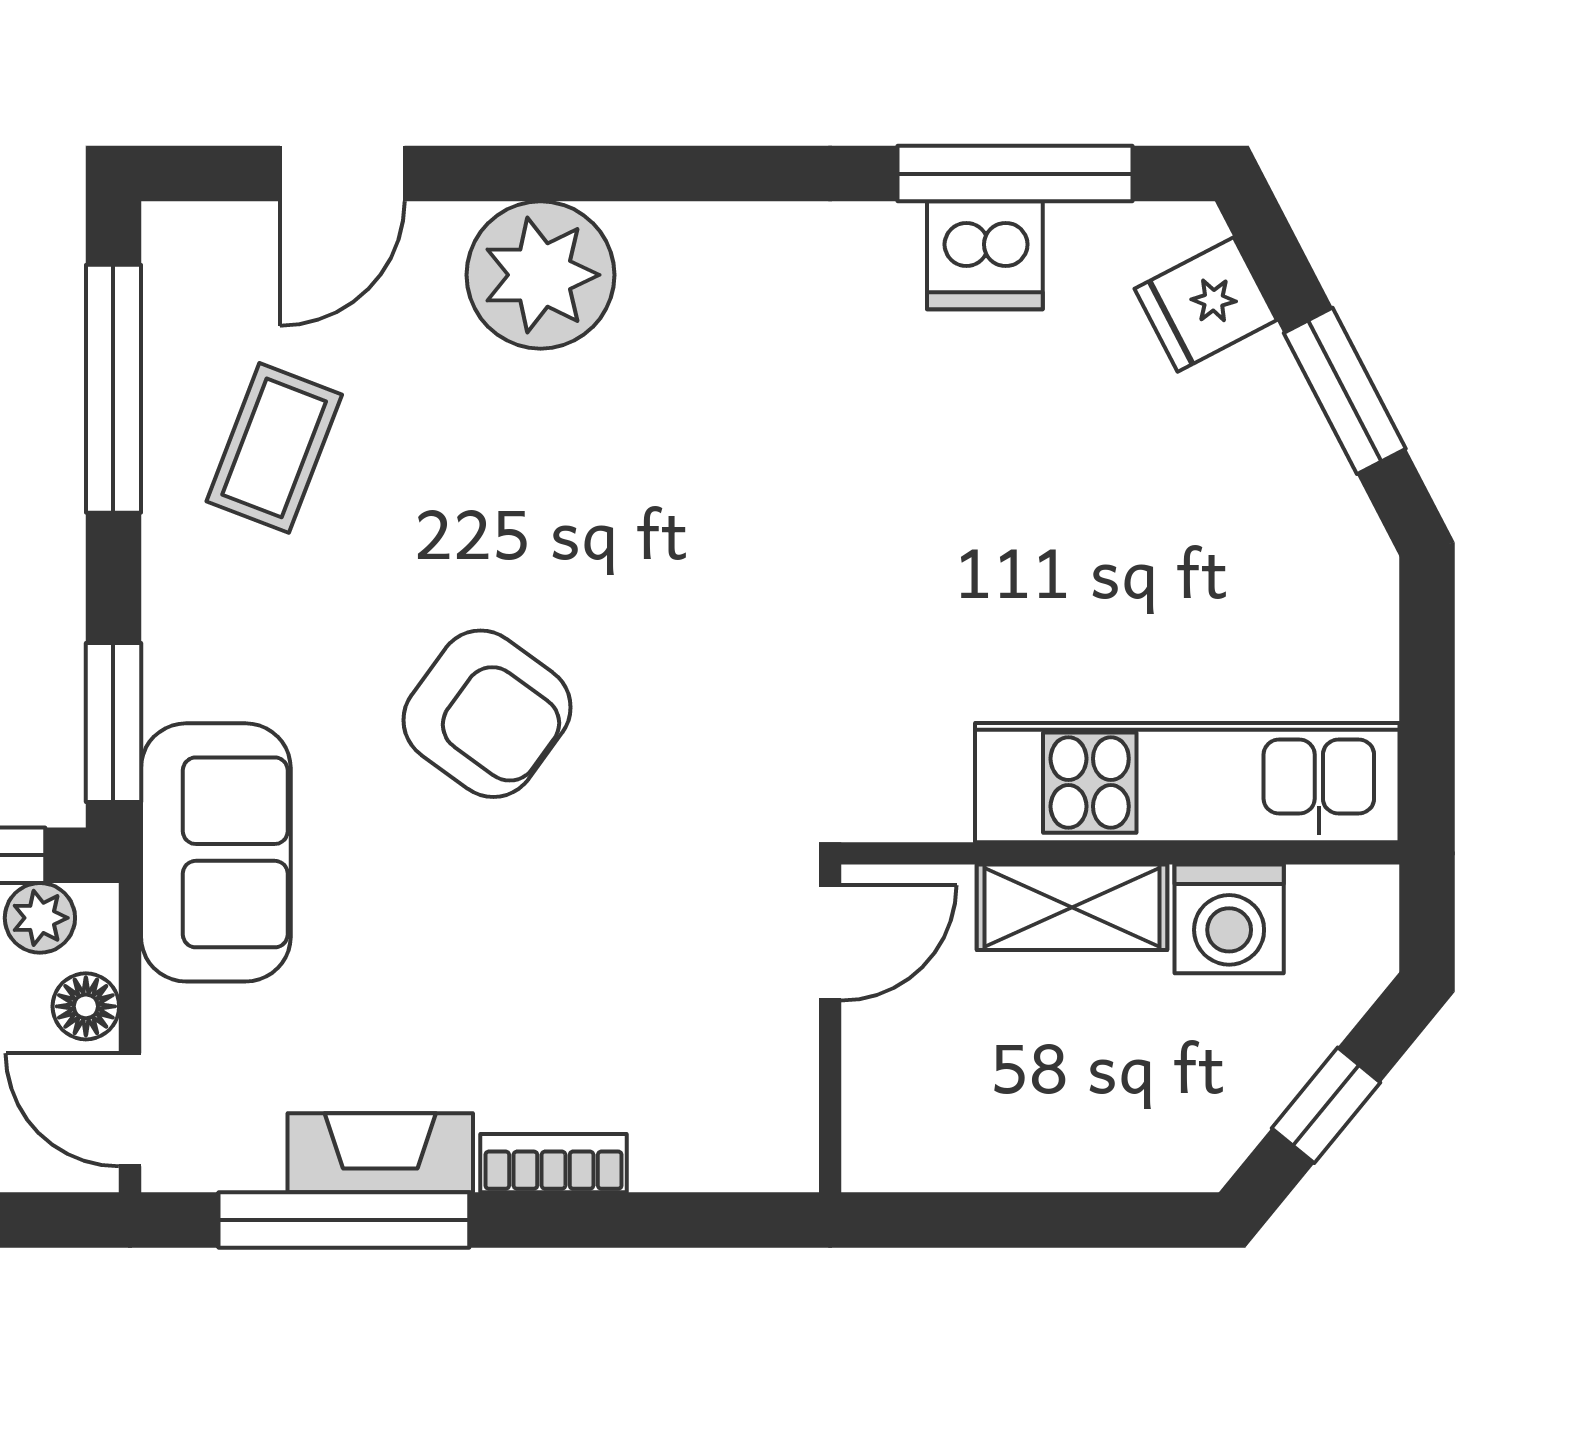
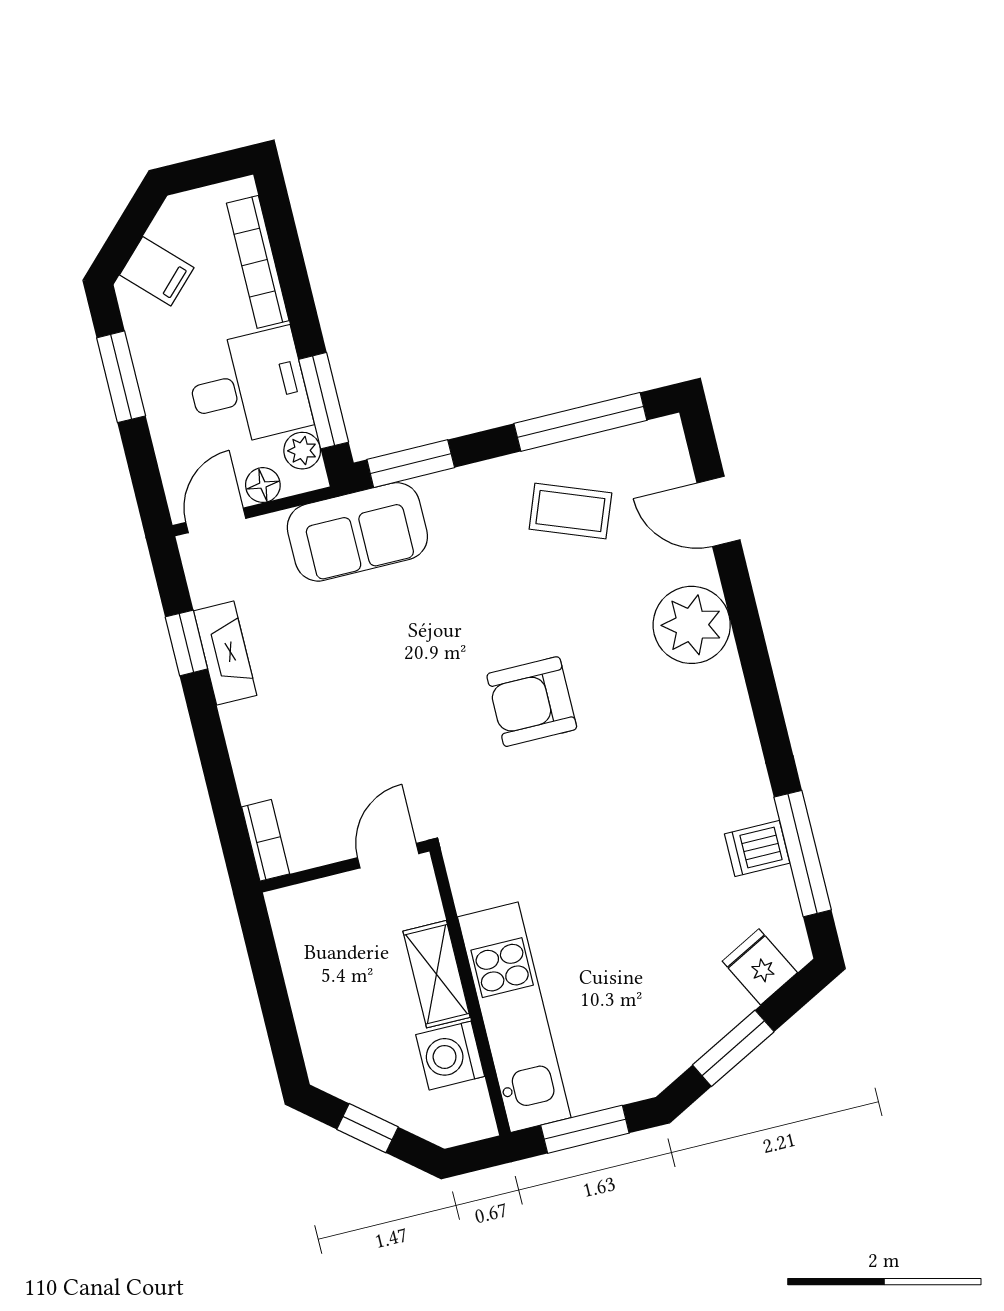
dishwasher: (985, 255) -> (757, 848), width x0.73
window: (1427, 703) -> (585, 1129), added
armchair: (487, 714) -> (532, 702), moved, turned 54
door: (830, 943) -> (388, 856), swing flipped
bookcase: (553, 1163) -> (266, 840), moved
window: (344, 1220) -> (186, 643), width x0.46

